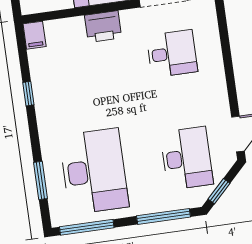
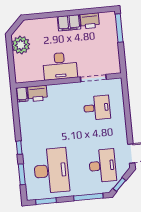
printer: (103, 27) -> (37, 93), moved
window: (28, 94) -> (19, 148), moved
window: (87, 227) -> (46, 201), width x0.69

